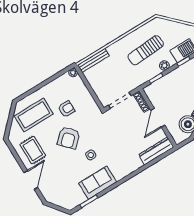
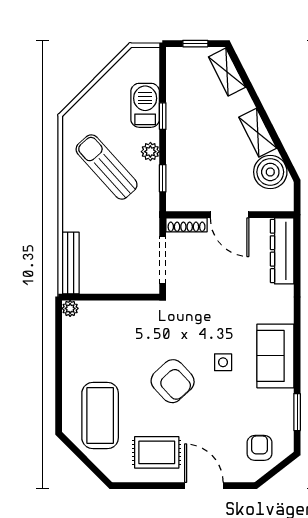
sun lounger: (146, 50) -> (107, 167), turned 142
armchair: (66, 109) -> (260, 448), moved
sofa: (98, 183) -> (275, 356), moved

